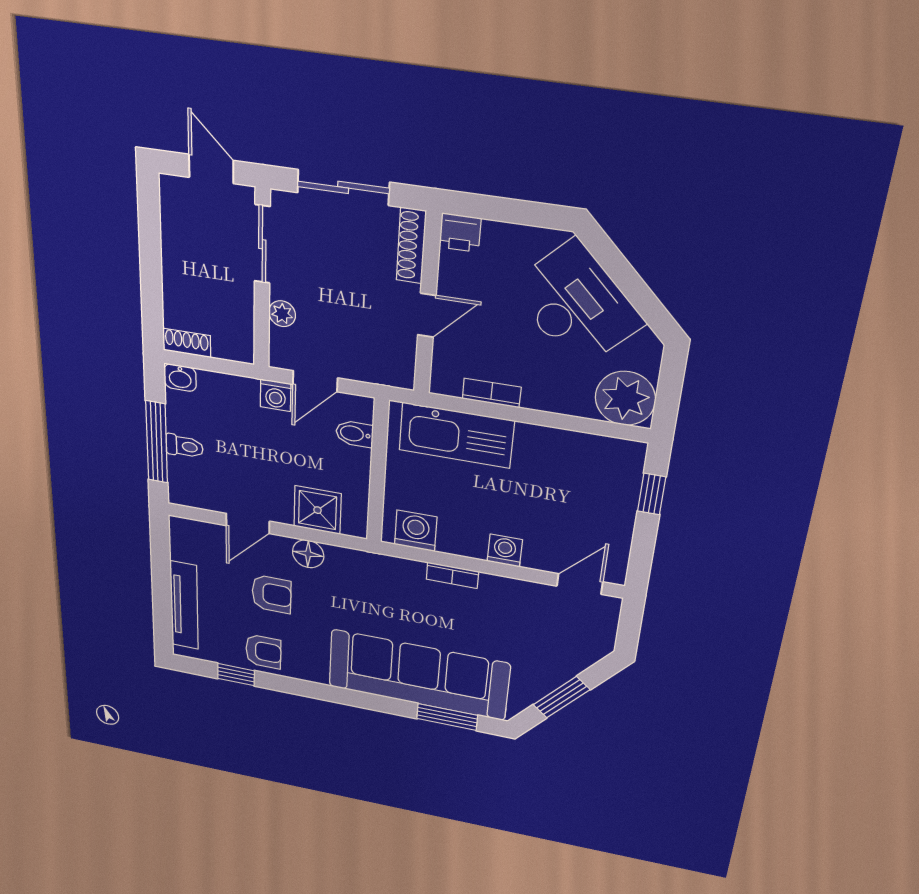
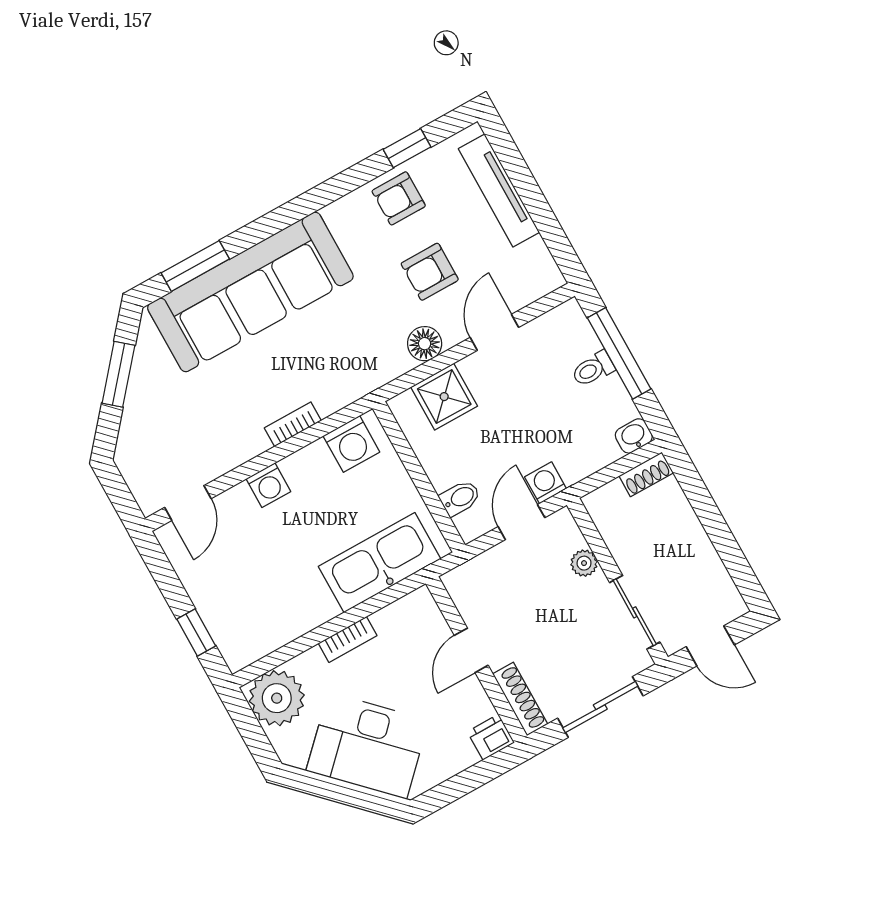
bookcase: (492, 393) -> (348, 639), moved

